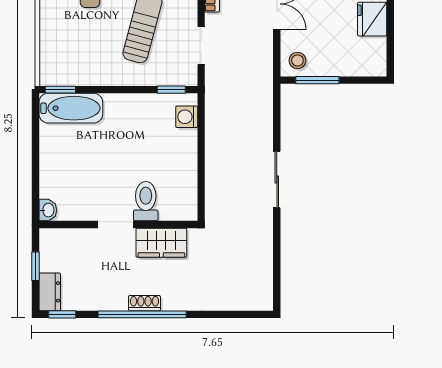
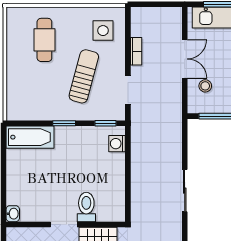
stool: (298, 60) -> (205, 86), moved
window: (60, 90) -> (64, 123), moved

